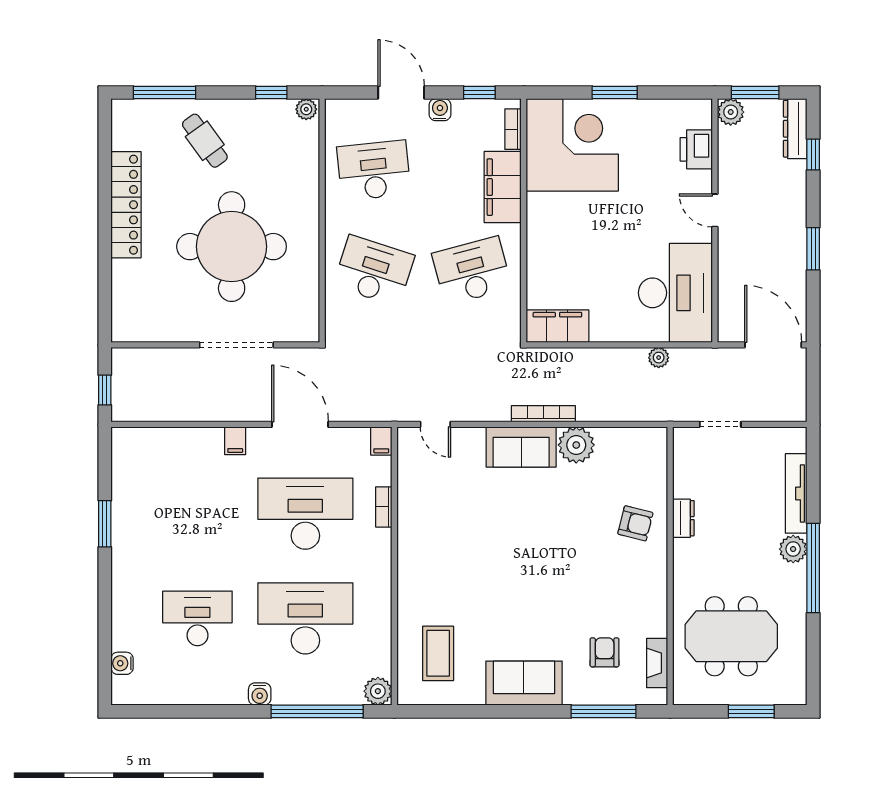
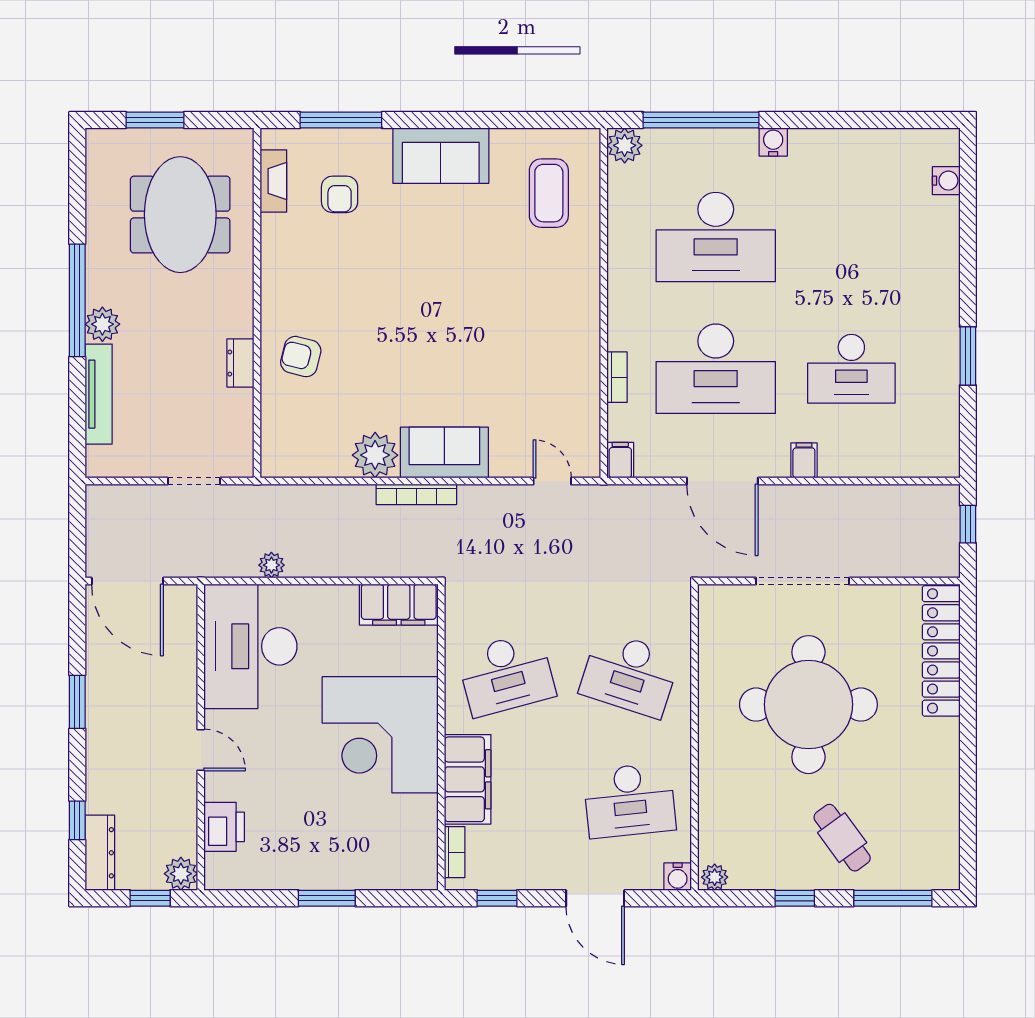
window: (271, 93) -> (795, 898), moved
window: (755, 93) -> (150, 898), width x0.67
water cooler: (440, 110) -> (678, 877), moved
corner desk: (572, 145) -> (380, 735), moved
locker: (126, 205) -> (941, 651), moved
desk: (197, 618) -> (851, 369), moved
meeting table: (731, 636) -> (180, 215), turned 90

